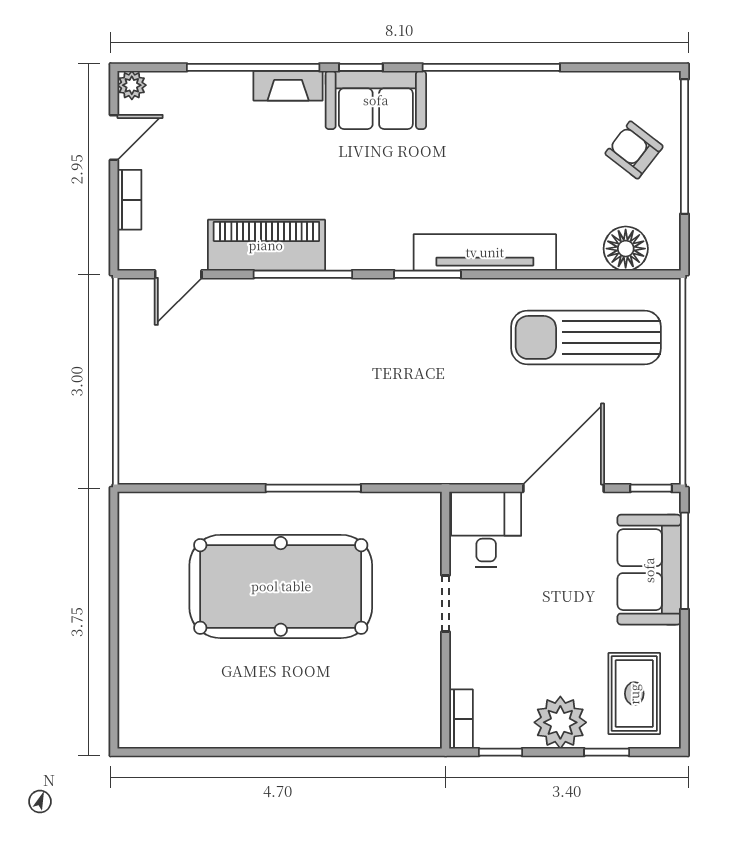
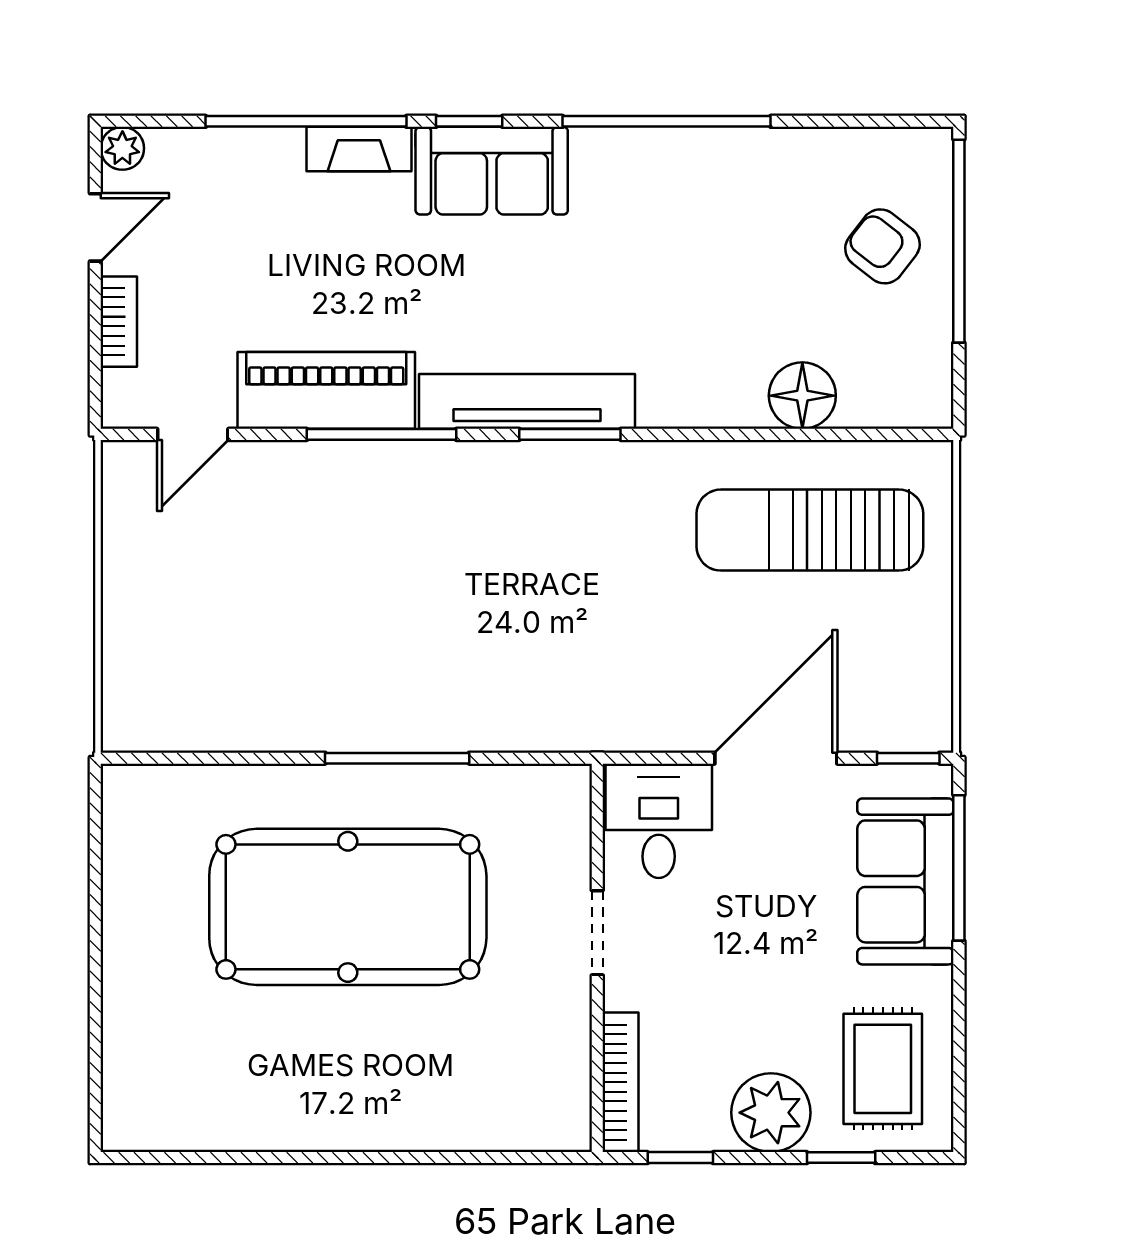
floor lamp: (626, 249) -> (802, 396), moved
tv unit: (485, 252) -> (527, 401), moved
bookcase: (461, 719) -> (621, 1082), width x1.56

